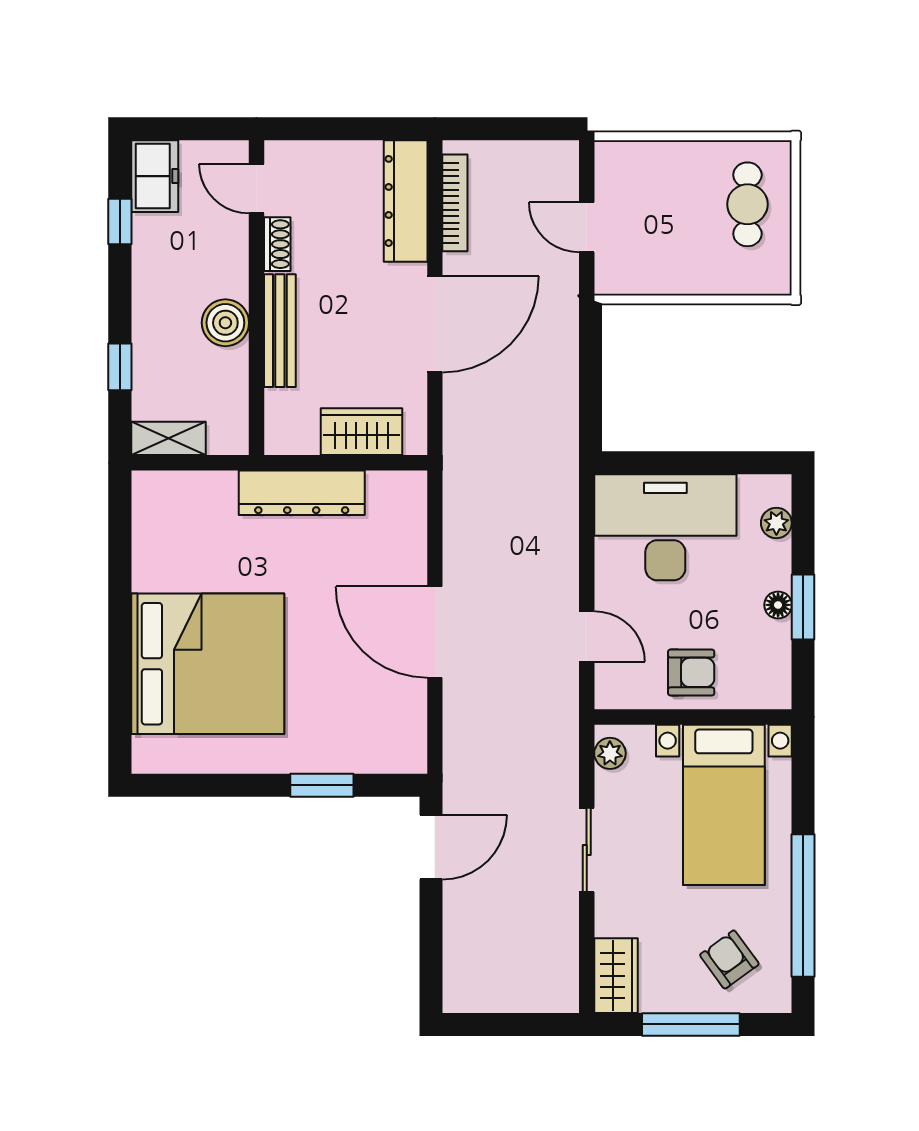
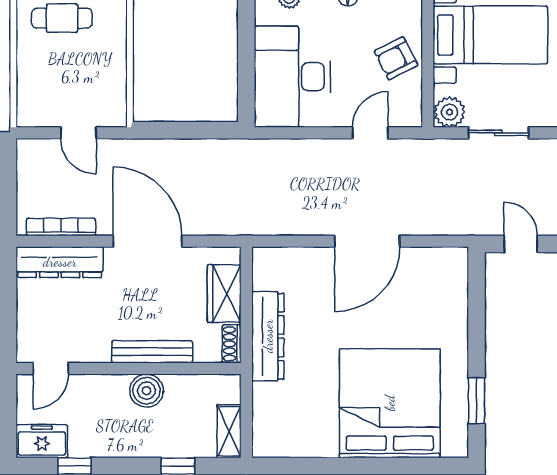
door: (587, 227) -> (78, 133), hinge flipped
shoe rack: (277, 244) -> (232, 344), moved, turned -90
armchair: (691, 672) -> (396, 58), turned -117
plant: (610, 753) -> (450, 112), width x1.38, depth x1.38
window: (322, 785) -> (477, 401), moved
door: (431, 847) -> (521, 244), width x0.73
sliding door: (587, 850) -> (498, 133), moved

